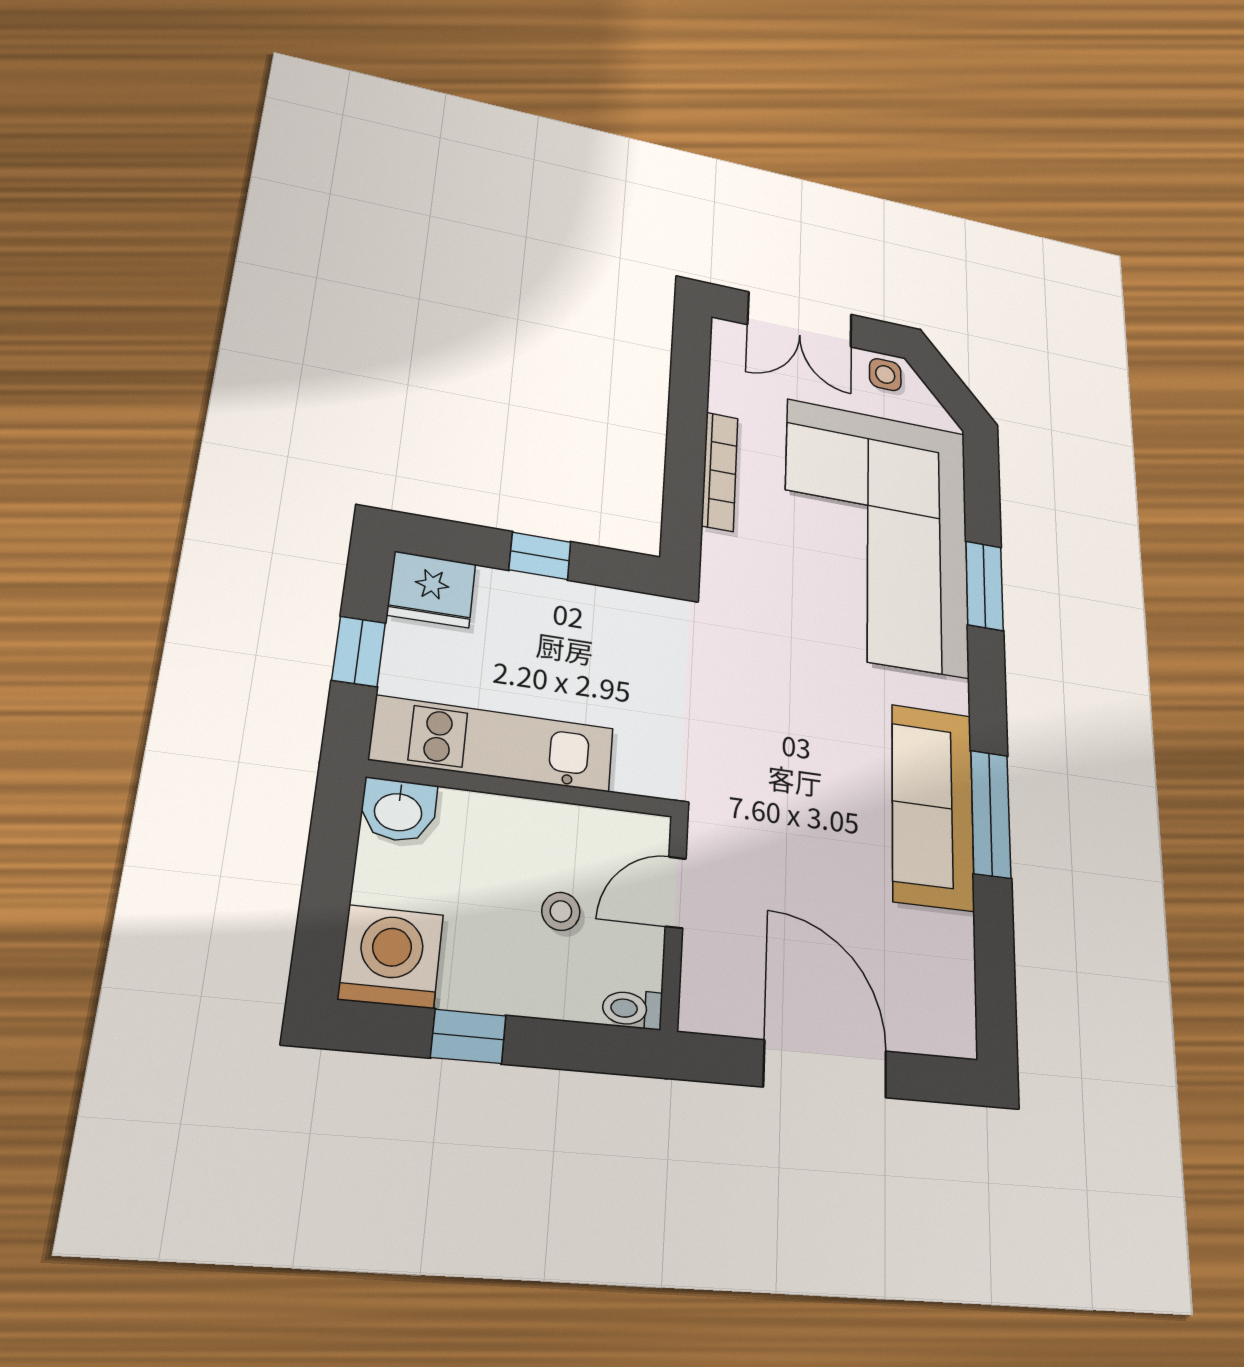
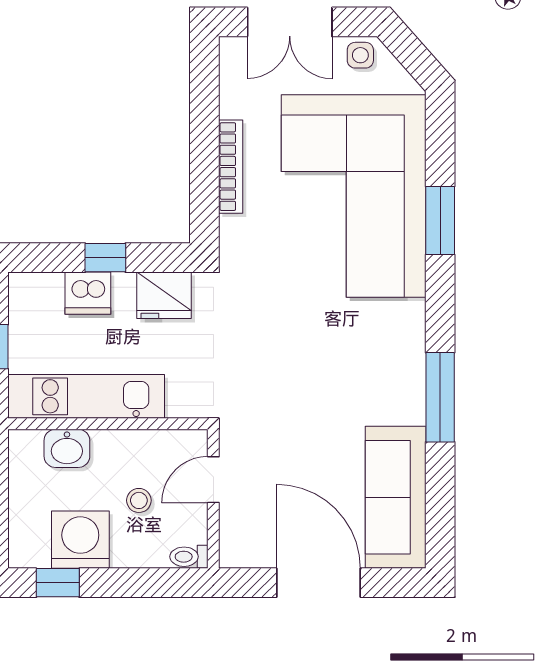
fridge: (431, 589) -> (164, 295), moved
dishwasher: (510, 599) -> (88, 293), added
sofa: (933, 806) -> (396, 497), moved
washbasin: (398, 810) -> (67, 448), moved
washing machine: (391, 957) -> (80, 540), moved
window: (468, 1036) -> (58, 583), moved

